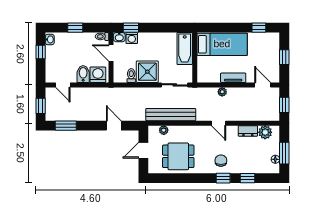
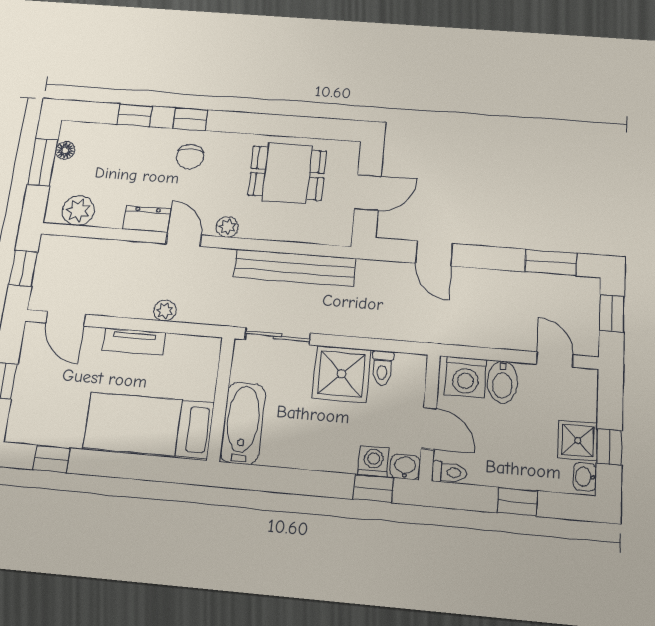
shower: (53, 53) -> (578, 441), added
plant: (164, 130) -> (227, 227), moved
dresser: (248, 131) -> (147, 219), moved

